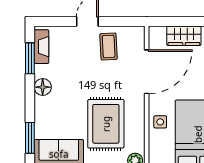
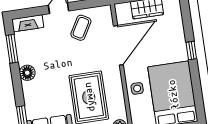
coffee table: (109, 46) -> (81, 28), turned 33
fireplace: (41, 47) -> (28, 23), moved, turned 90

